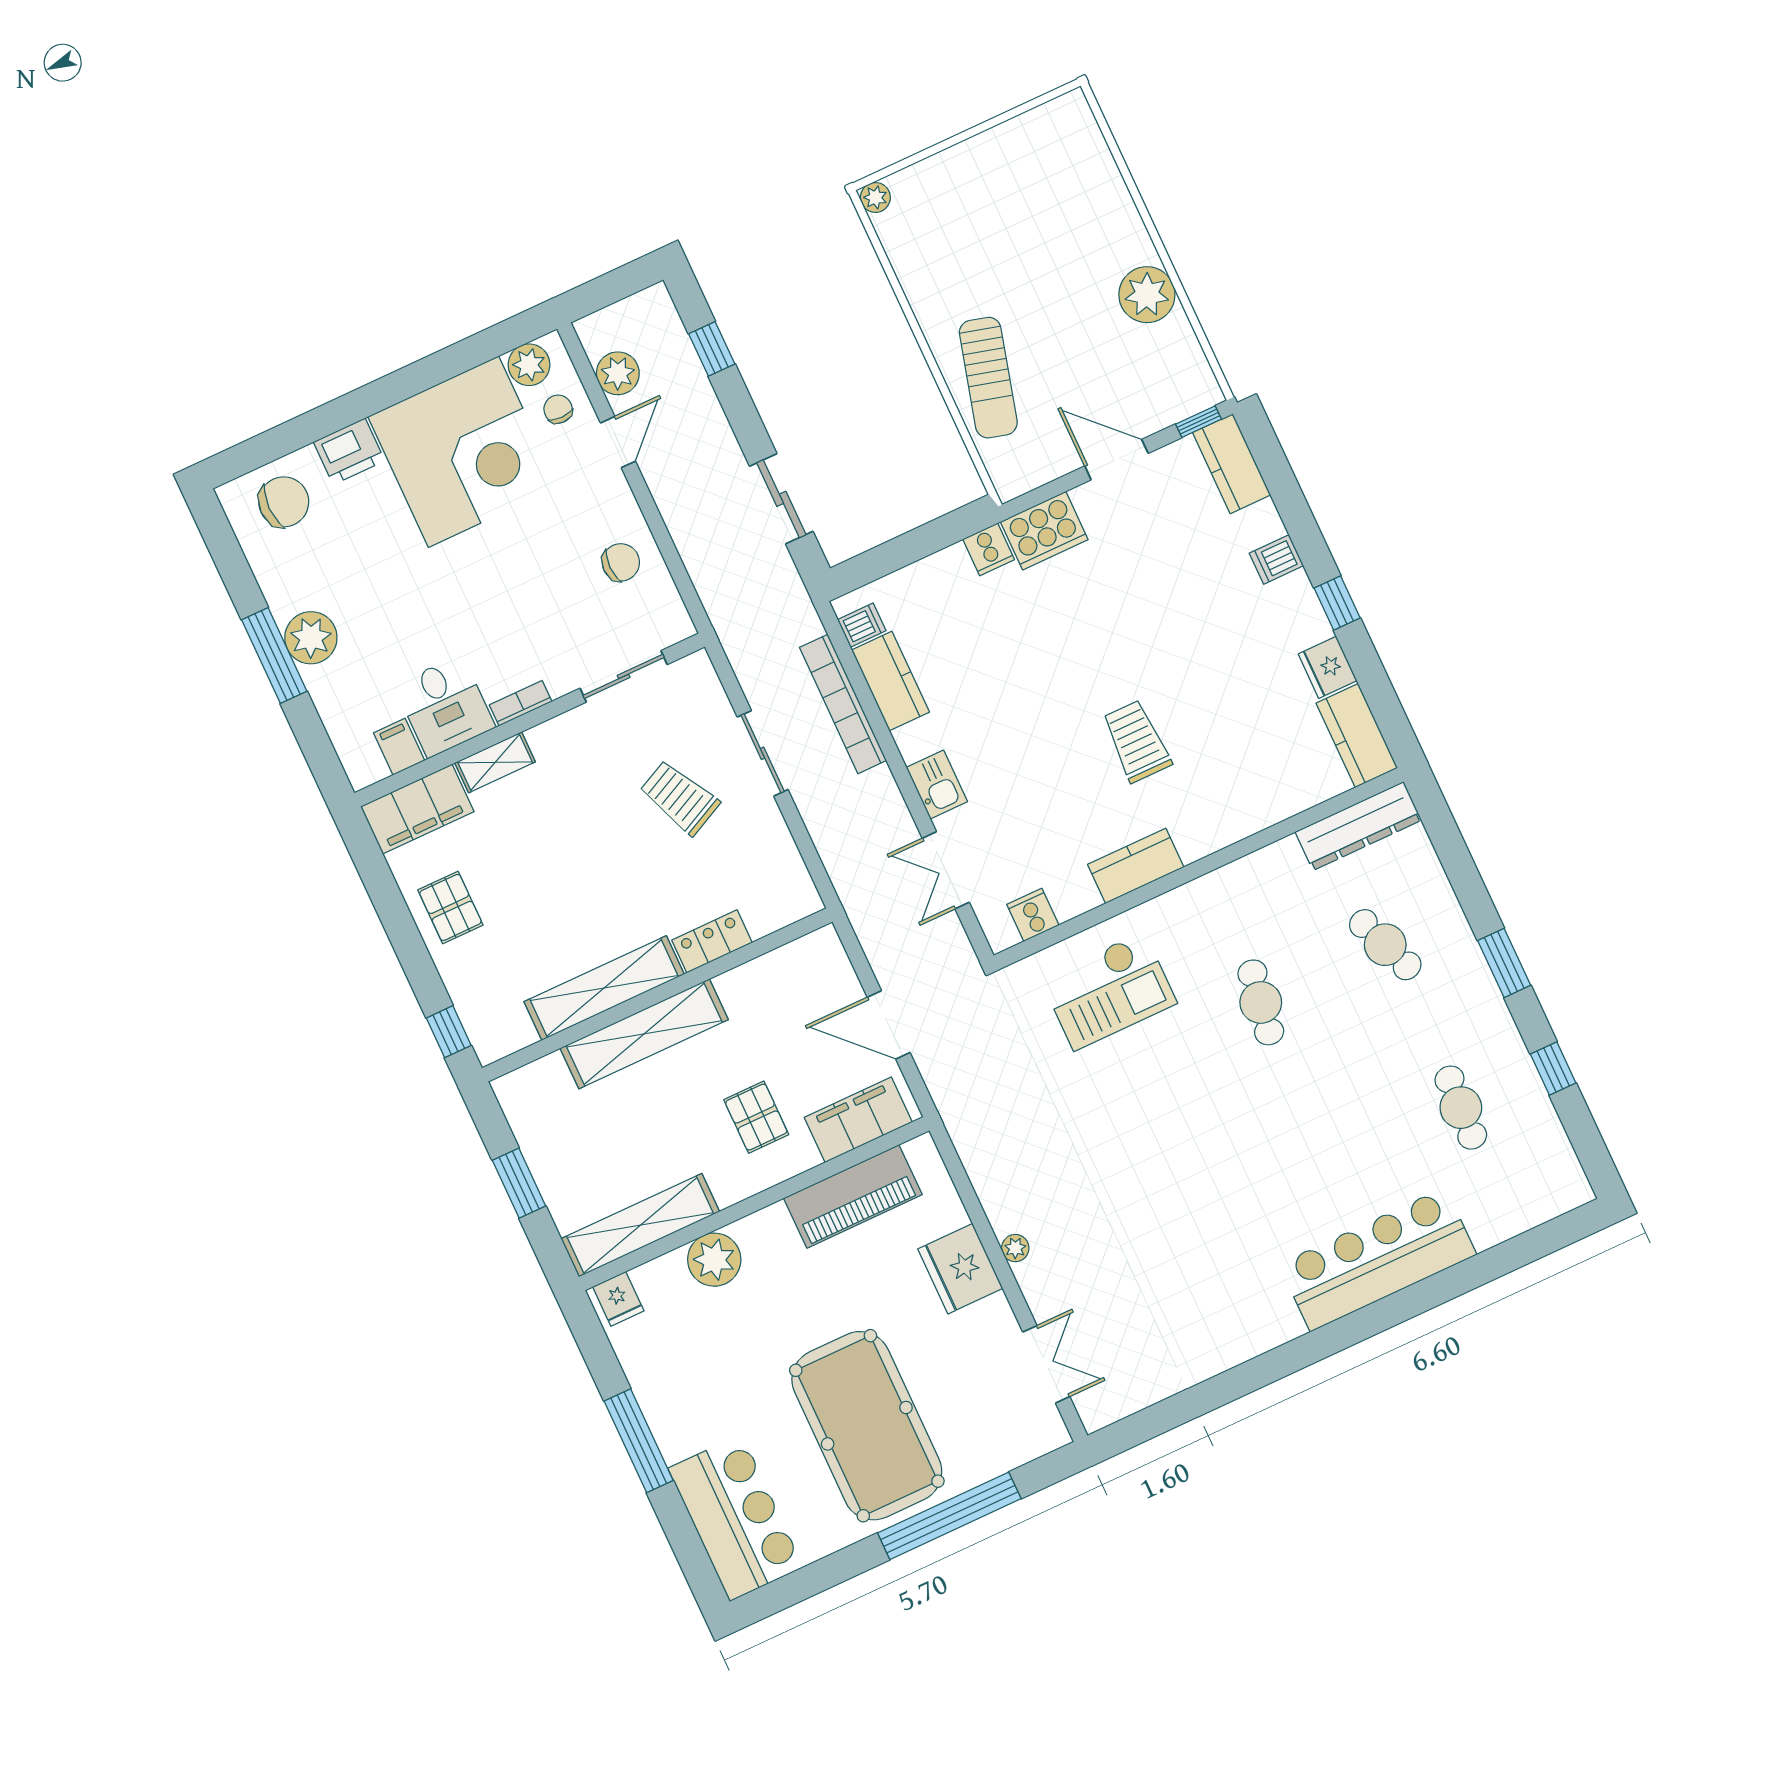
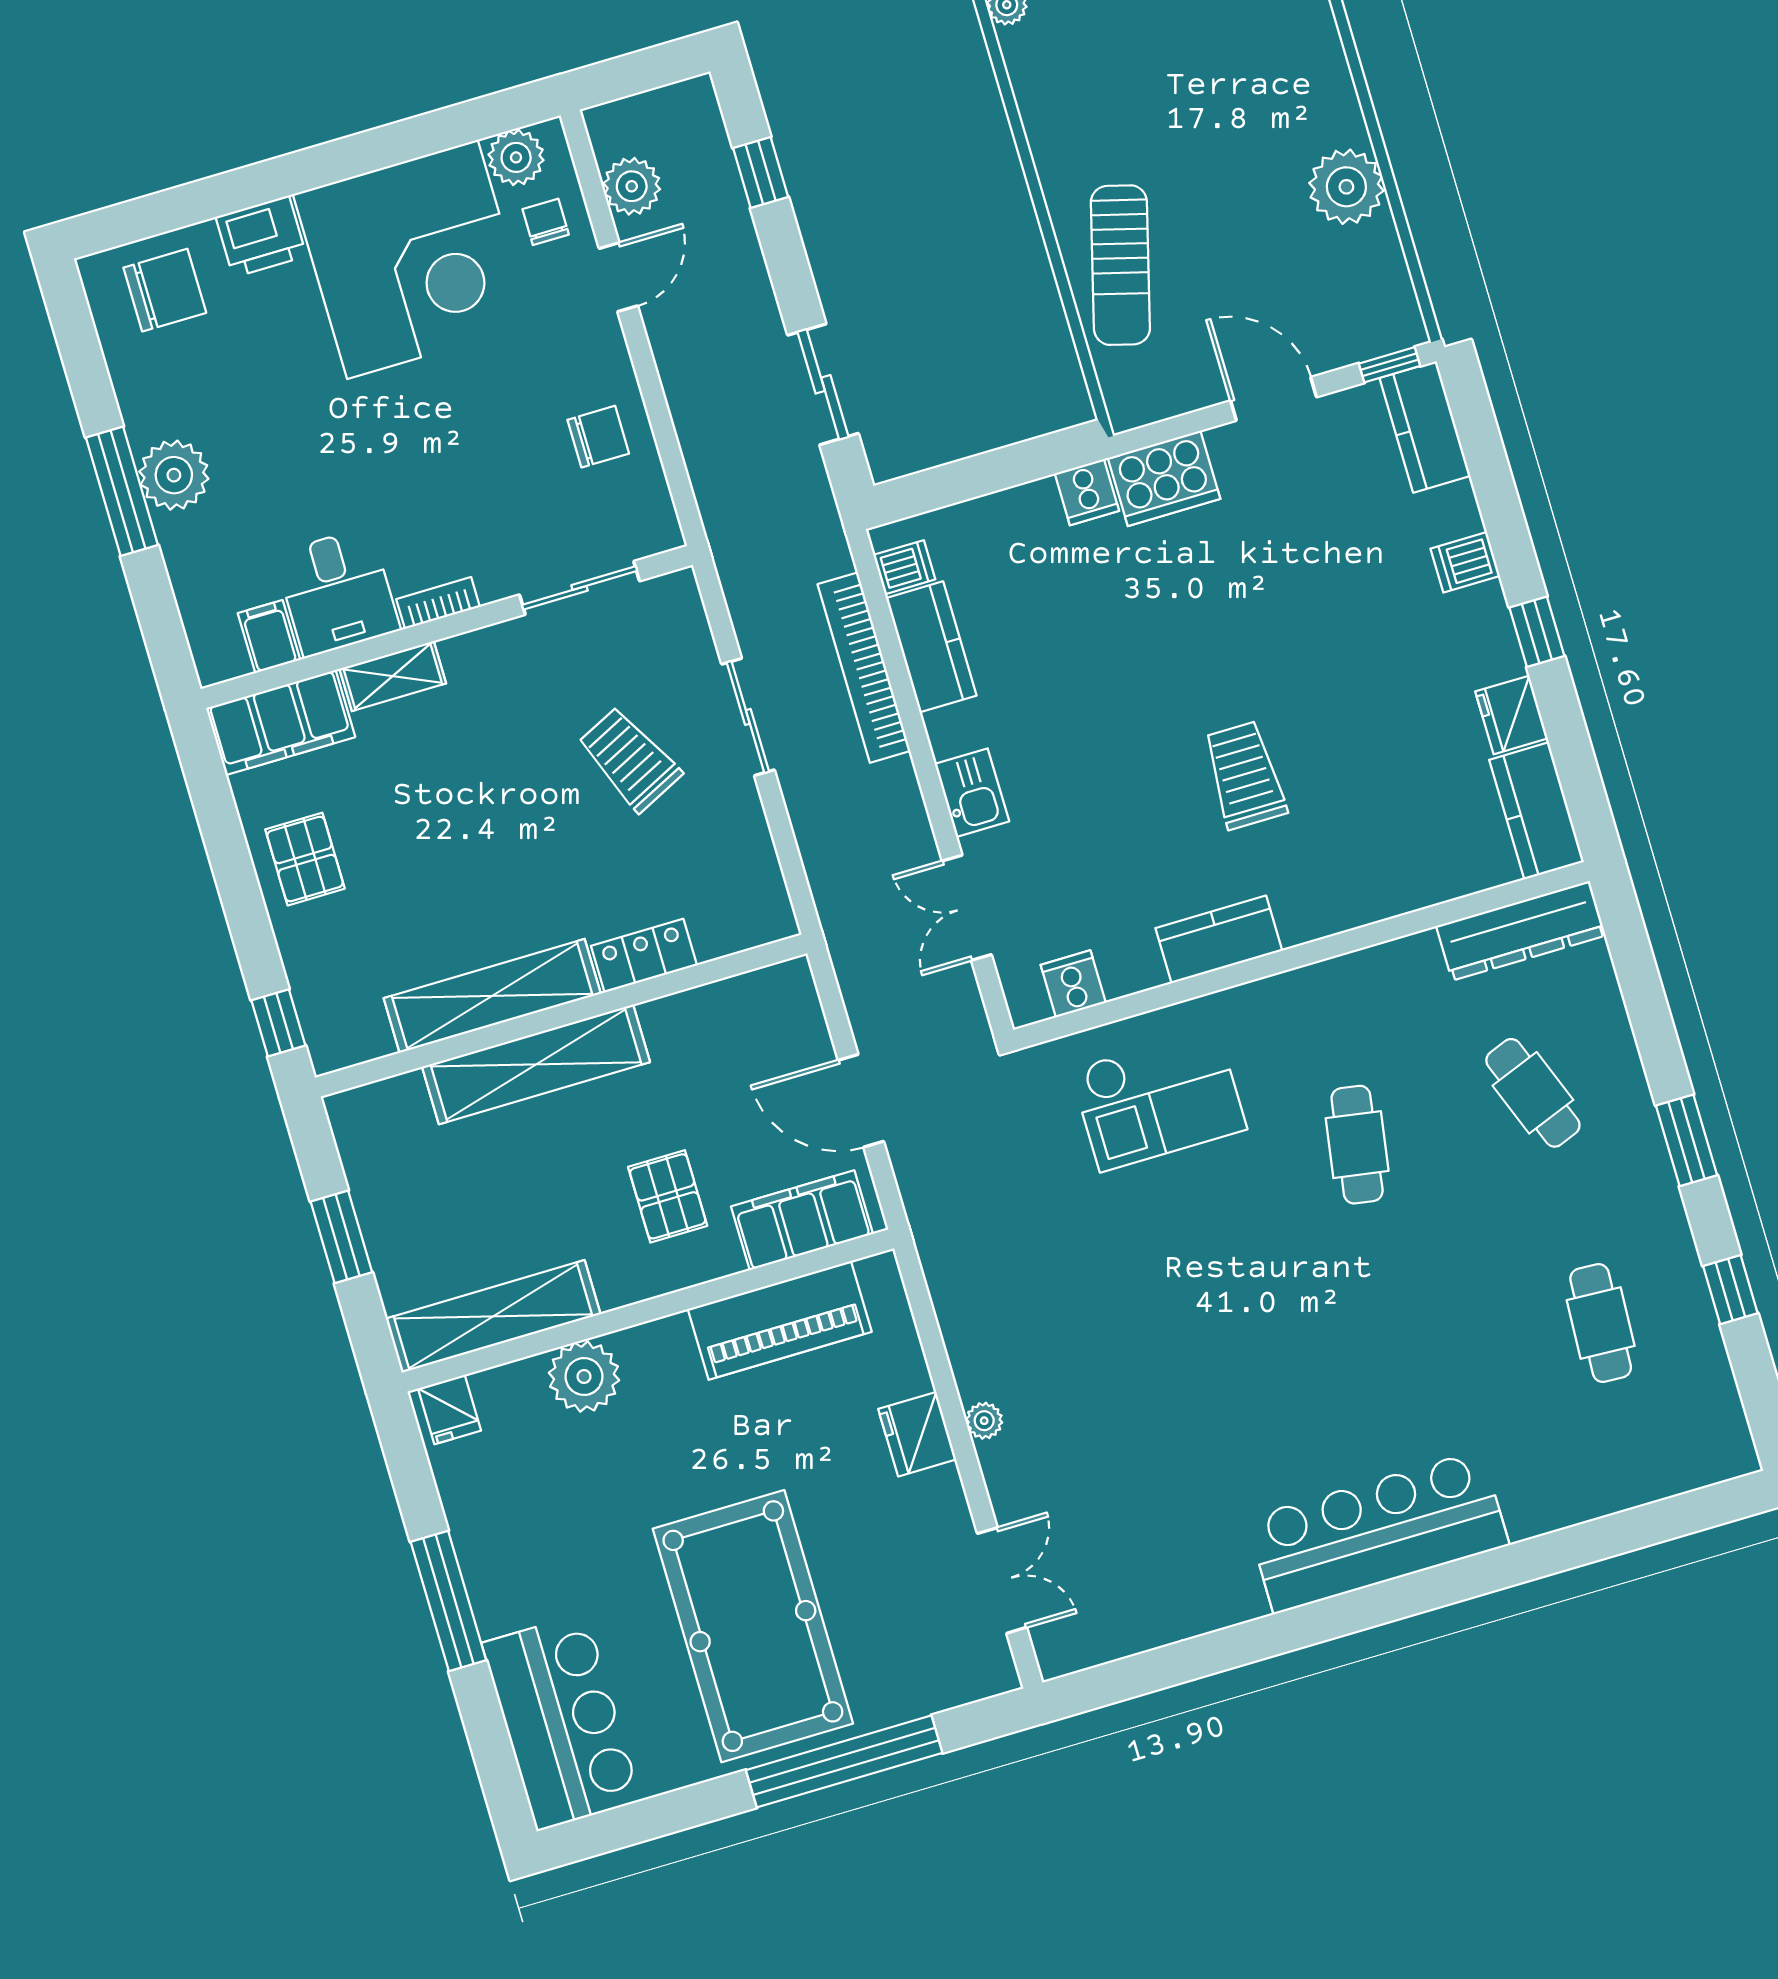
bar counter: (1378, 1259) -> (1378, 1532), moved
fridge: (960, 1269) -> (917, 1434), width x0.73, depth x0.75

